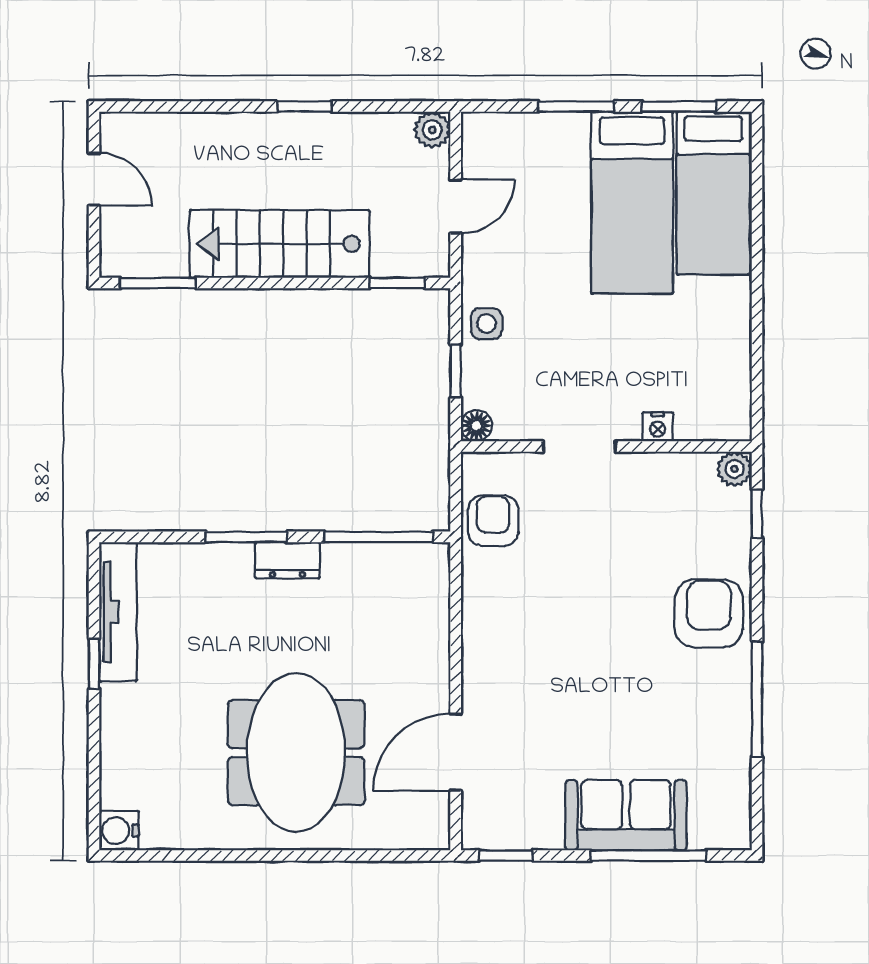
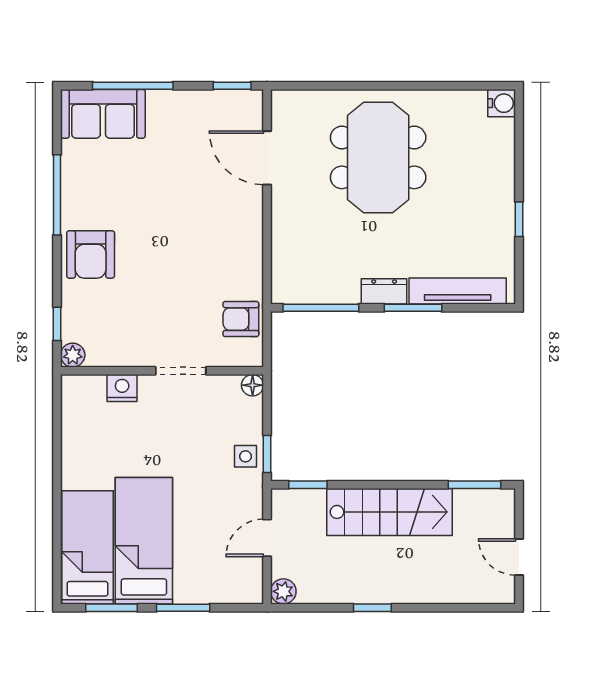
window: (456, 371) -> (267, 454), moved
nightstand: (658, 427) -> (122, 388), width x1.39, depth x1.35
armchair: (493, 521) -> (241, 319), turned 90
tv unit: (118, 612) -> (458, 291), moved, turned 90
door: (456, 752) -> (267, 158), swing flipped
sofa: (626, 815) -> (103, 114), moved

